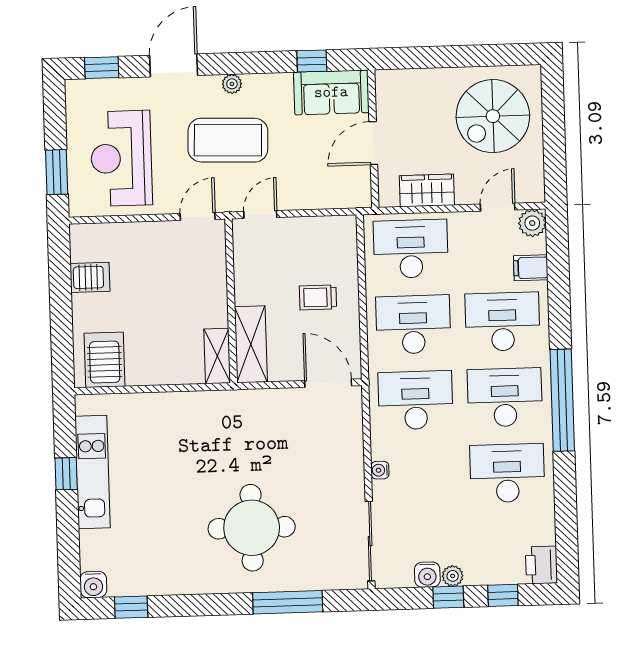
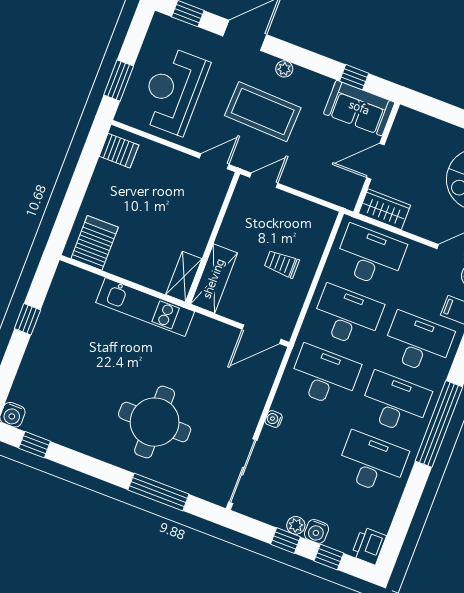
wardrobe: (427, 190) -> (384, 209), moved
server rack: (90, 277) -> (119, 151), moved
door: (328, 383) -> (262, 334), swing flipped
kitchen unit: (93, 472) -> (145, 307), moved, turned 90
water cooler: (427, 575) -> (316, 531), moved

